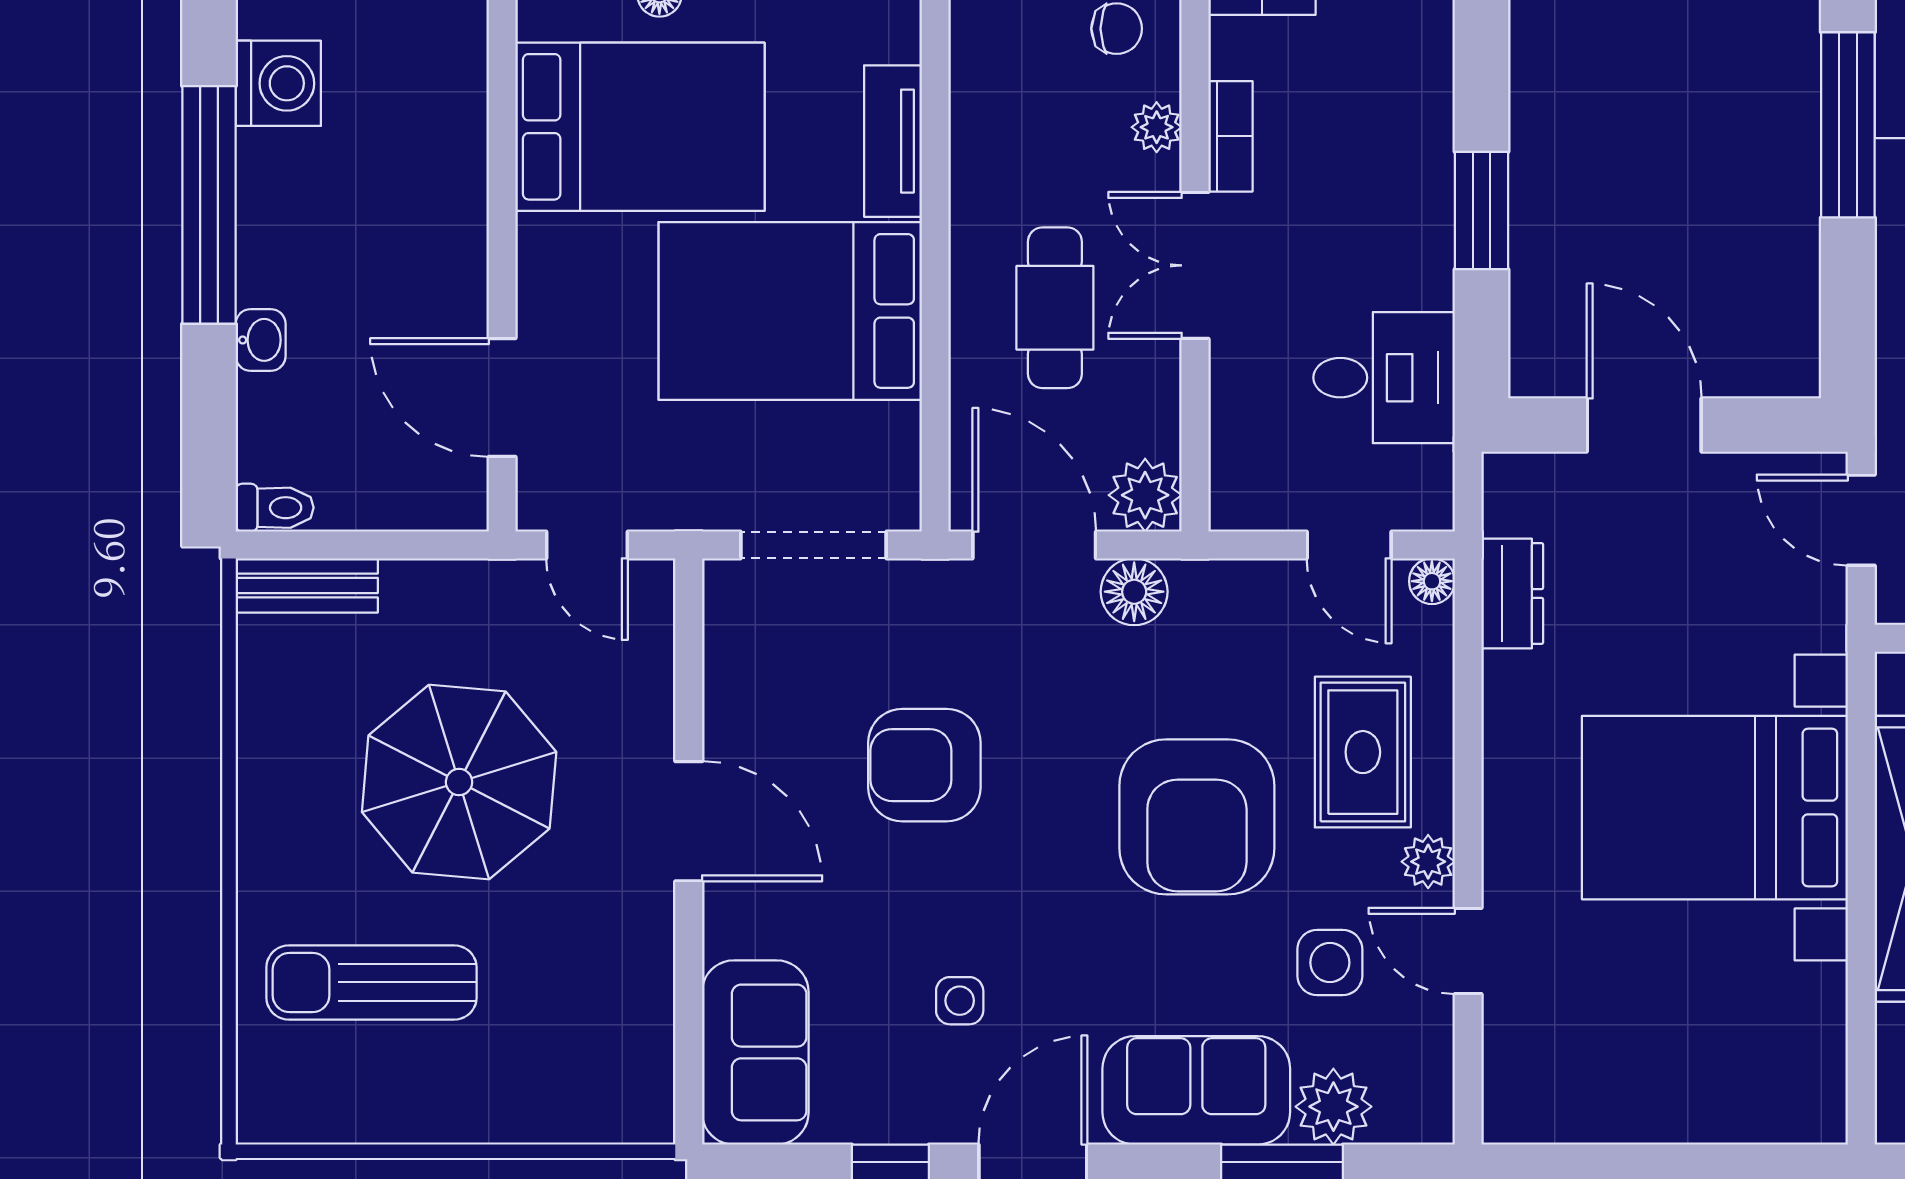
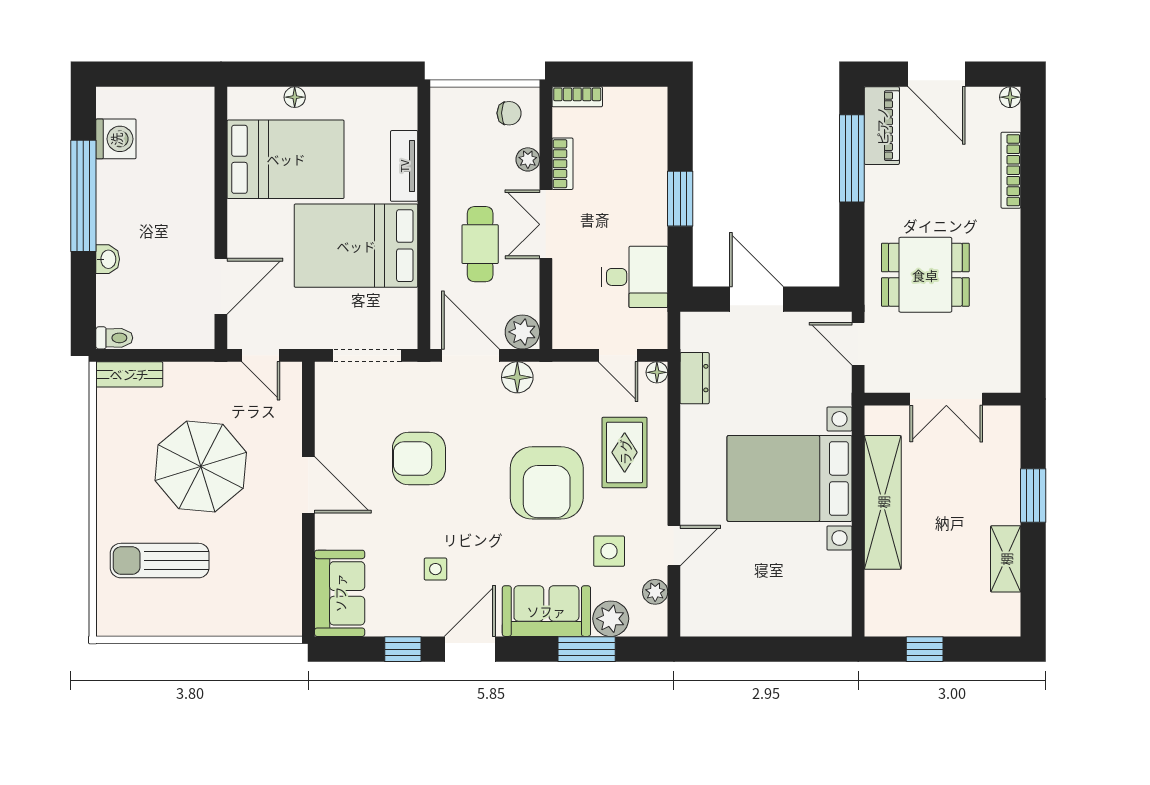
door: (502, 398) -> (221, 286), swing flipped
plant: (1428, 862) -> (655, 592), moved
door: (1468, 951) -> (674, 546), swing flipped

